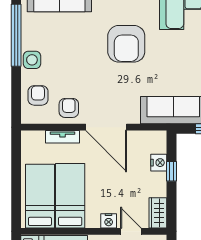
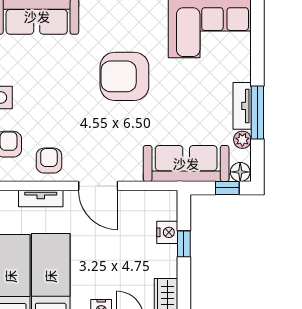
armchair: (126, 44) -> (124, 76), turned 90
door: (106, 127) -> (98, 186), width x0.73

